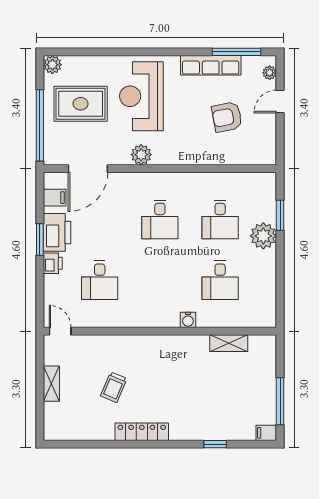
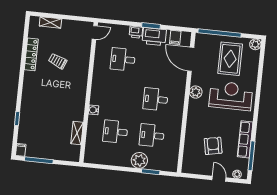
shelving: (51, 384) -> (50, 22), moved
locker: (142, 432) -> (31, 54), moved

